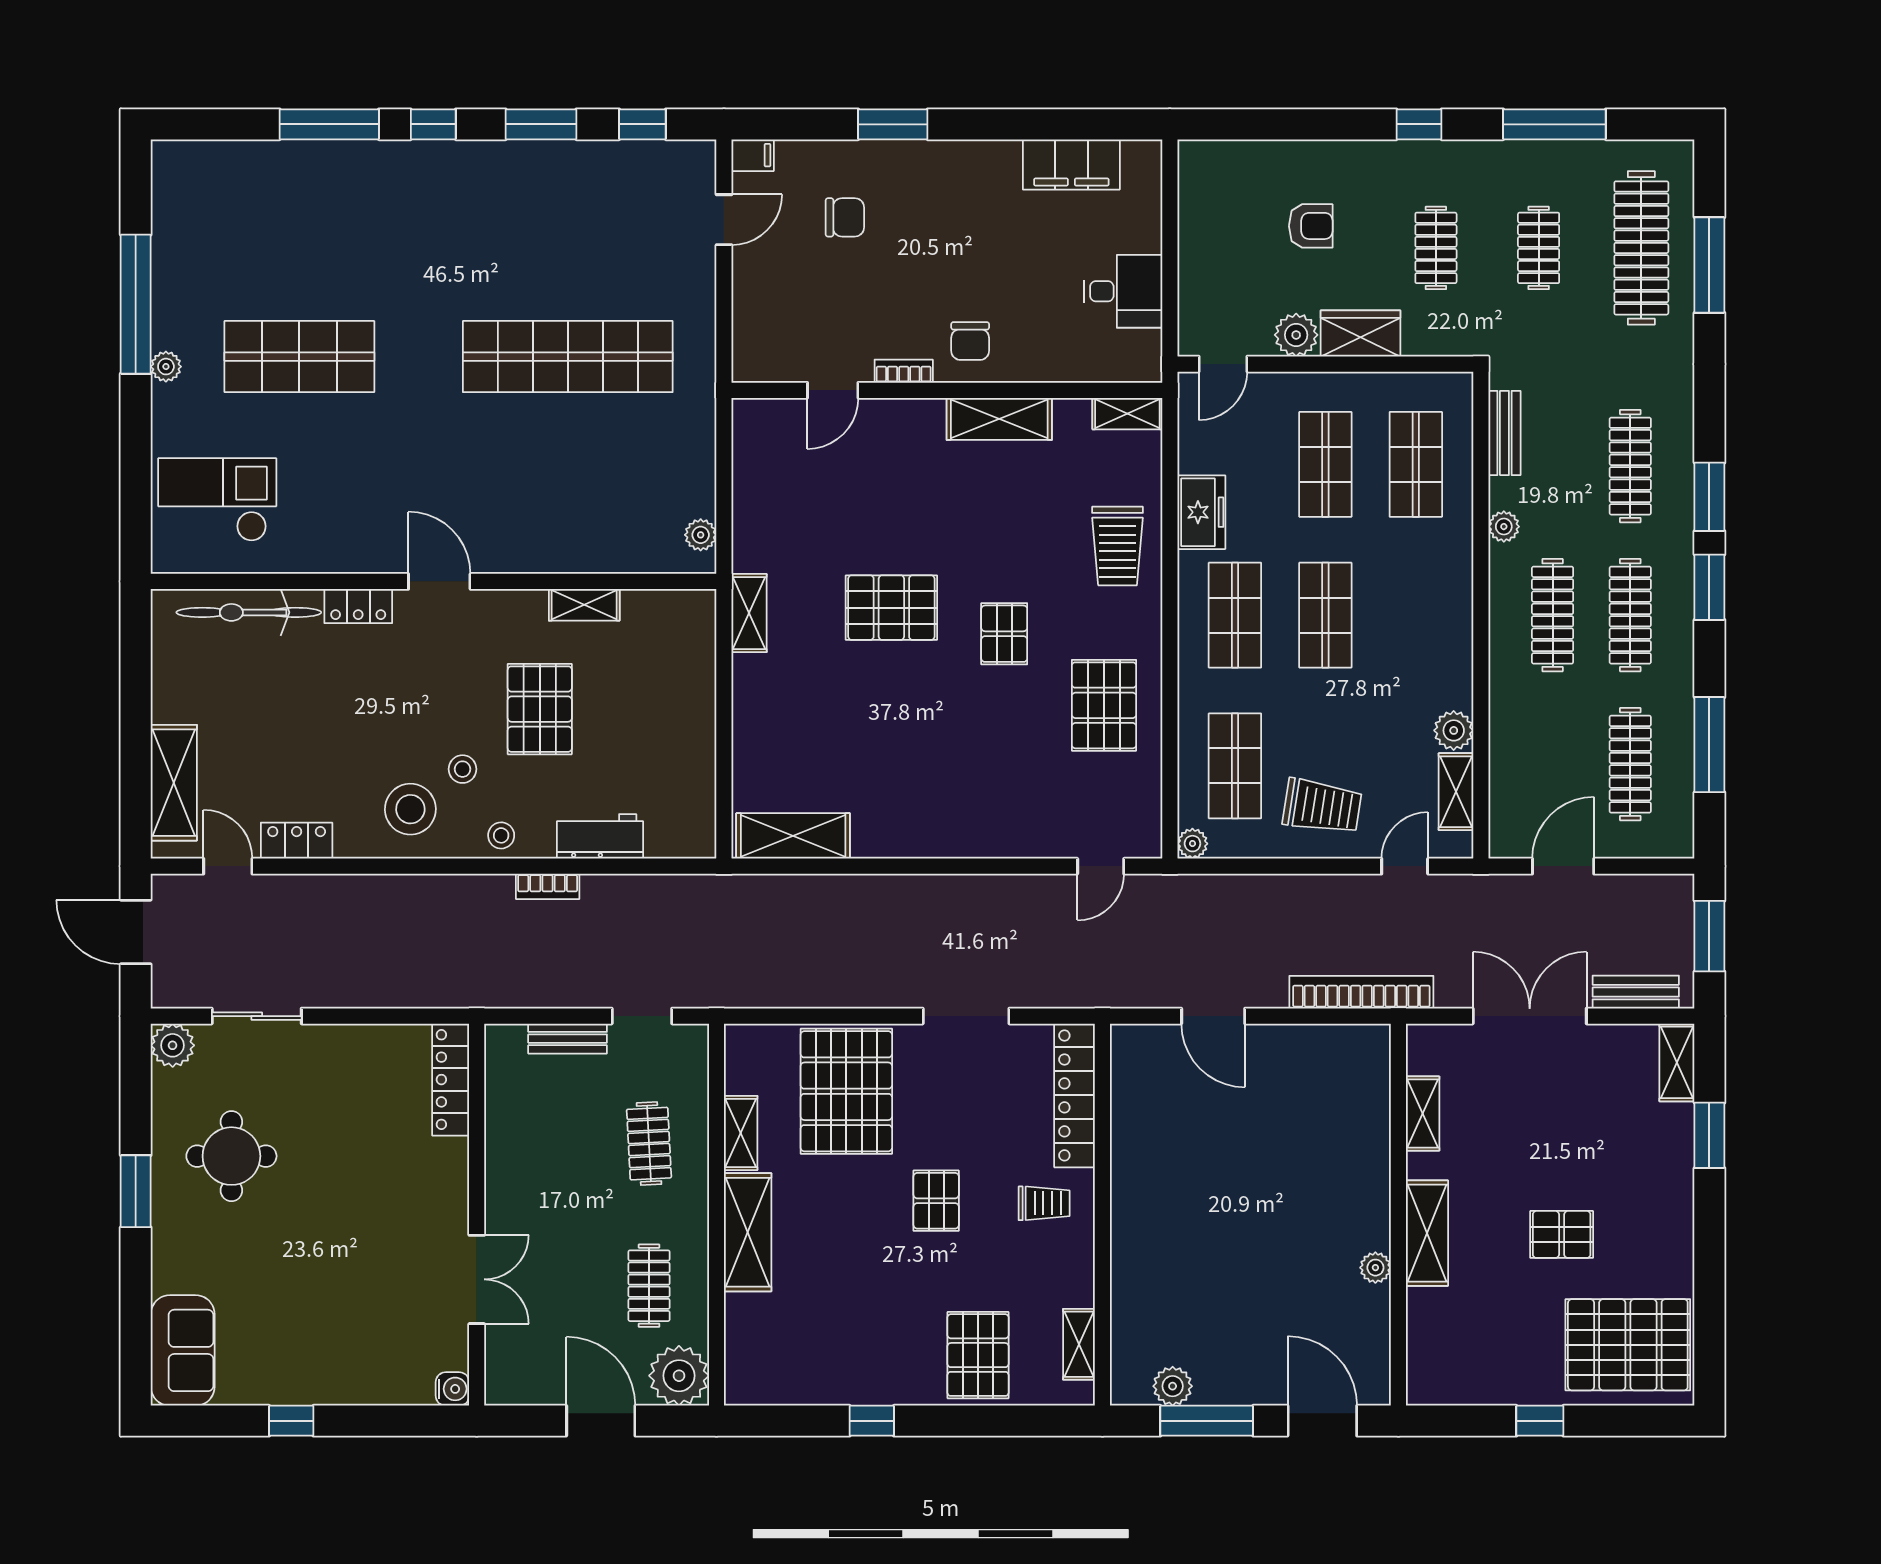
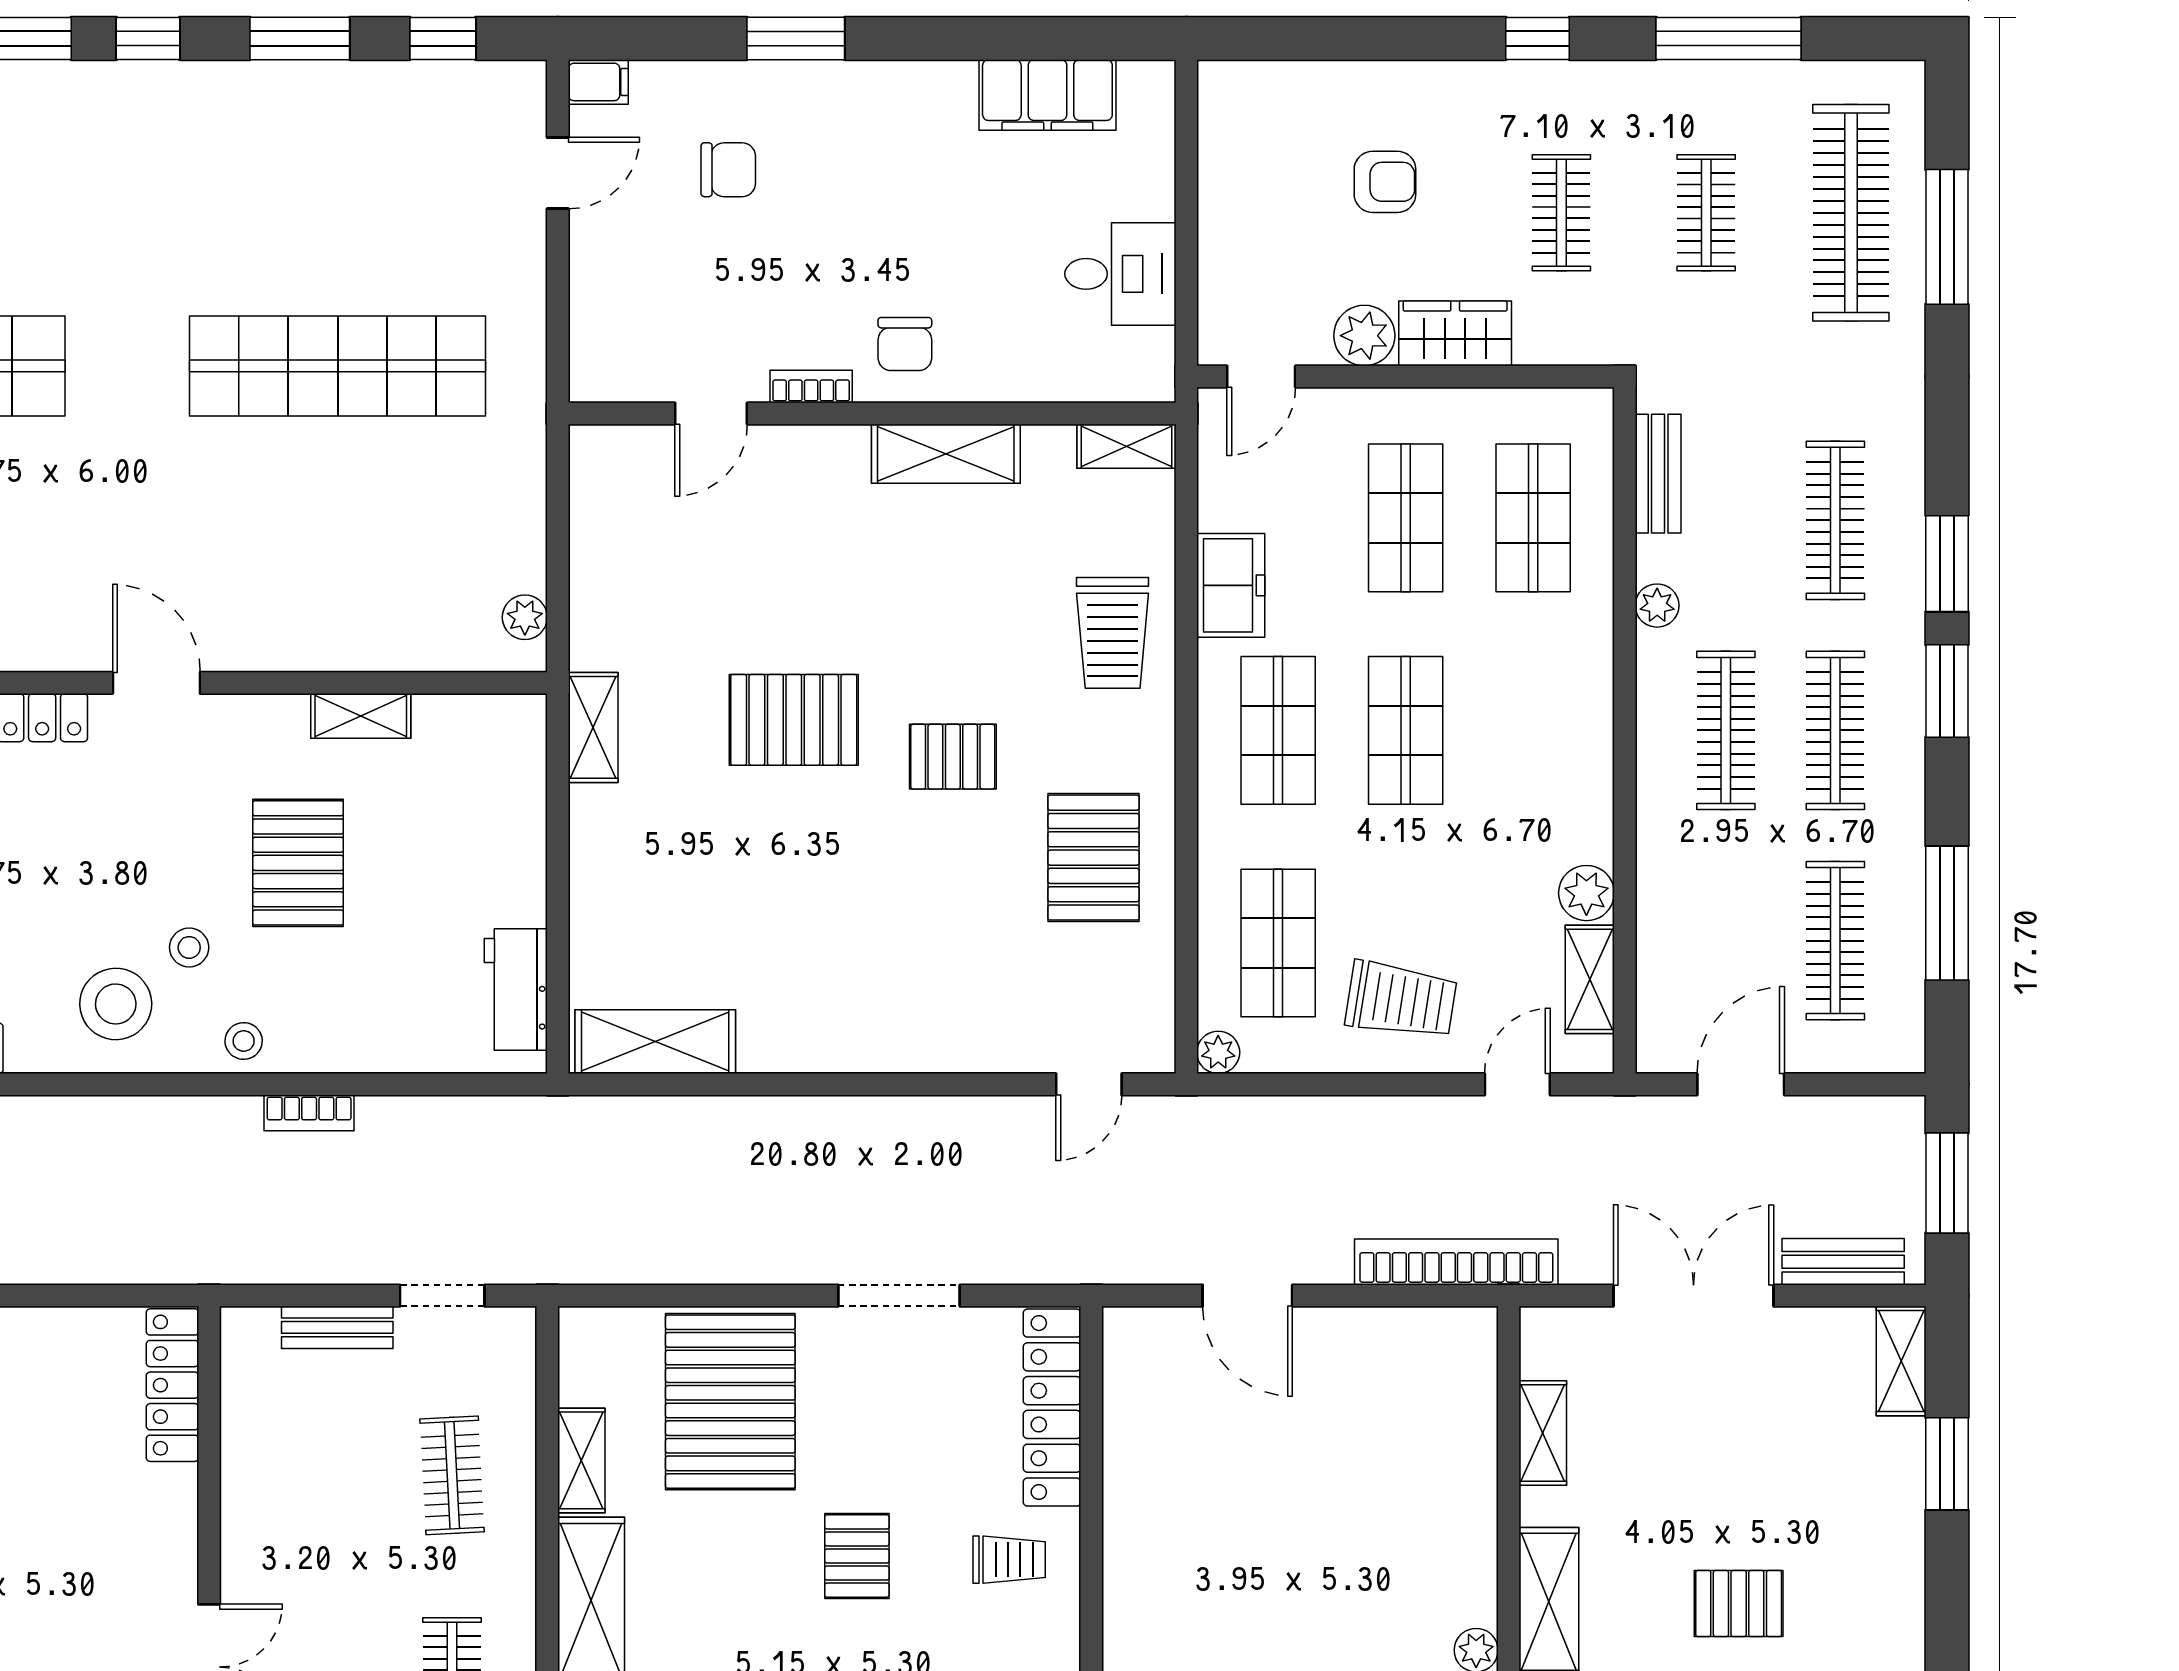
pallet: (1004, 634) -> (953, 757), turned 90
workbench: (600, 836) -> (516, 989), moved, turned -90

